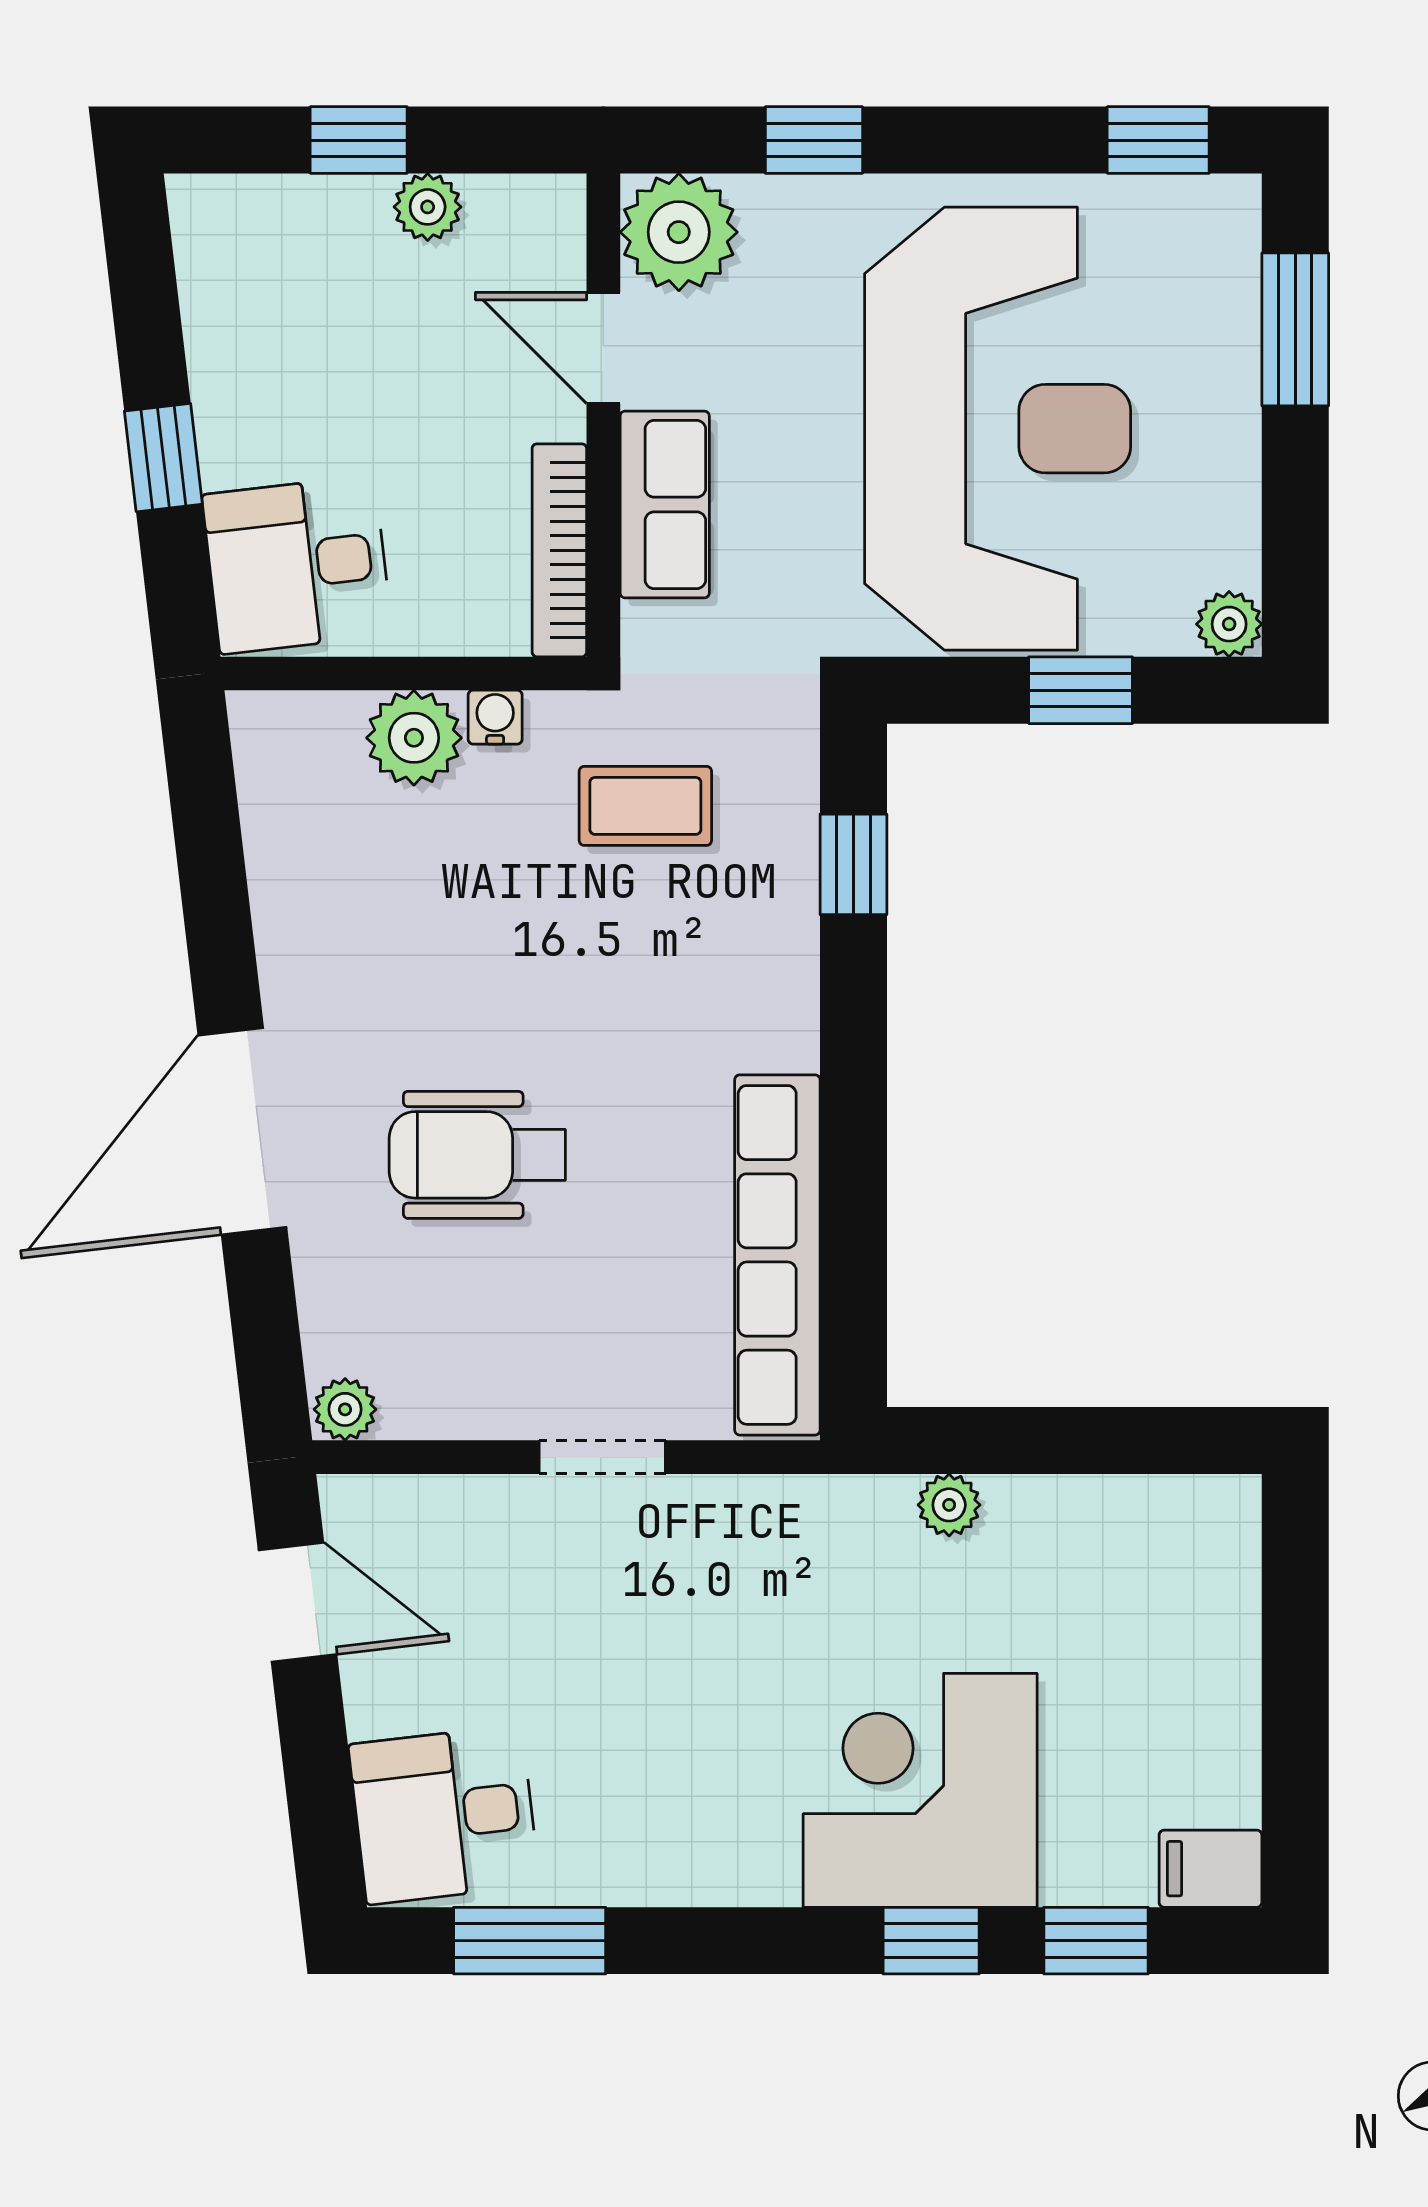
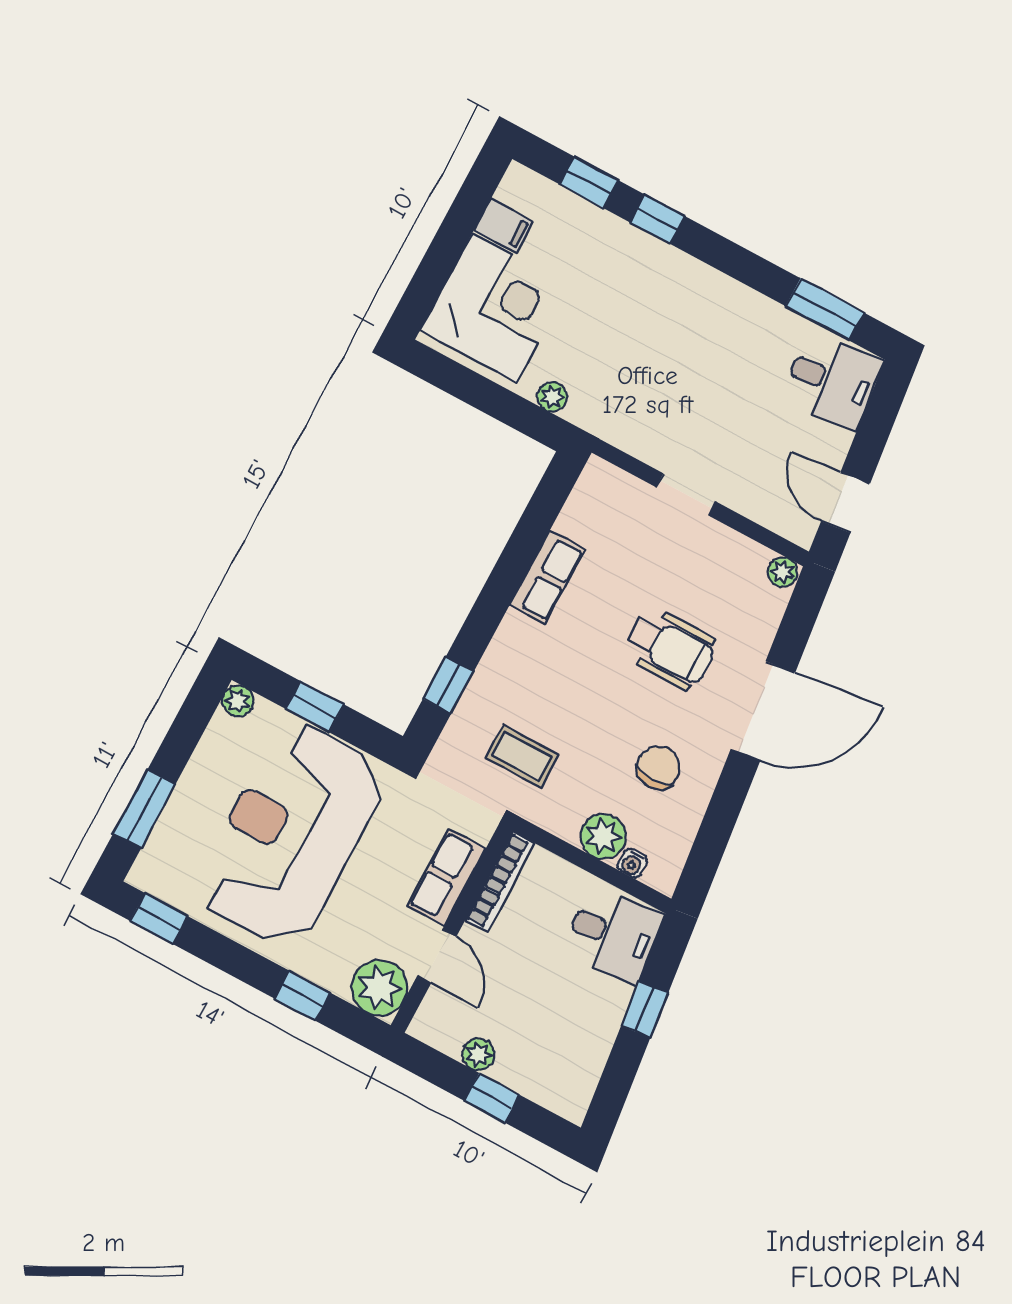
water cooler: (495, 717) -> (632, 863), moved
chair: (380, 922) -> (659, 767), added
row of seats: (777, 1255) -> (547, 577), width x0.50
corner desk: (920, 1790) -> (495, 308), moved, turned -90
filing cabinet: (1210, 1869) -> (504, 226), moved

